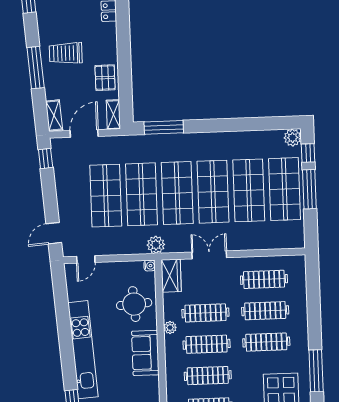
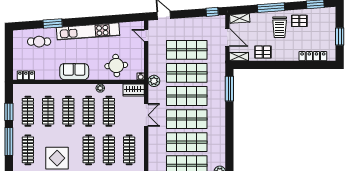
pallet: (55, 23) -> (299, 21), added
trolley: (66, 53) -> (280, 27), turned 180
sofa: (145, 353) -> (74, 72), moved

